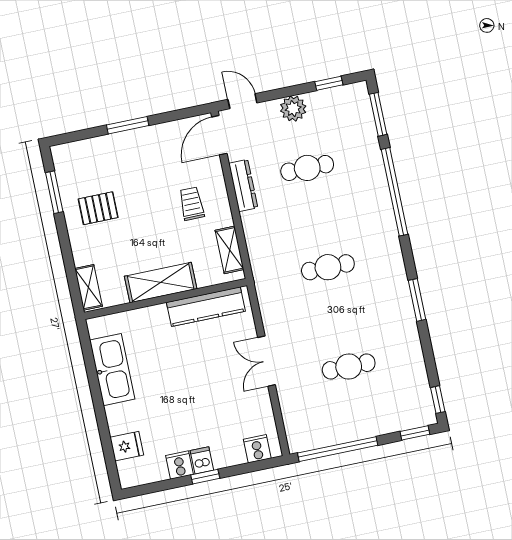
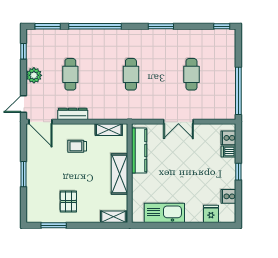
window: (415, 433) -> (238, 44), removed
dishwasher: (202, 460) -> (228, 152), moved
cooker: (180, 465) -> (228, 196), moved

